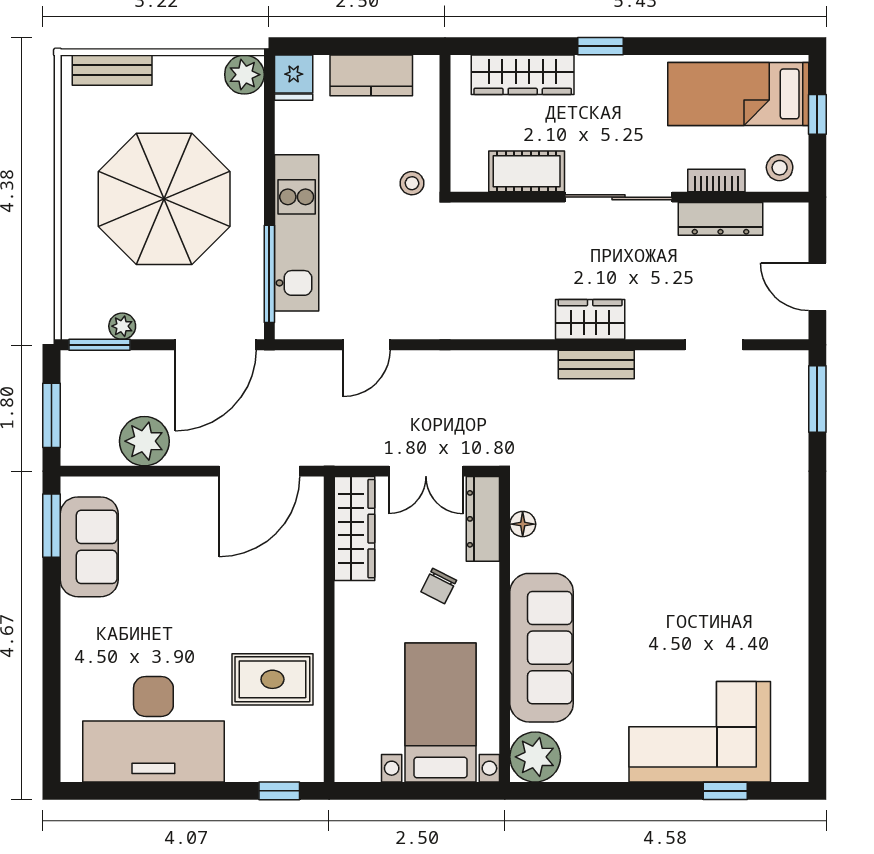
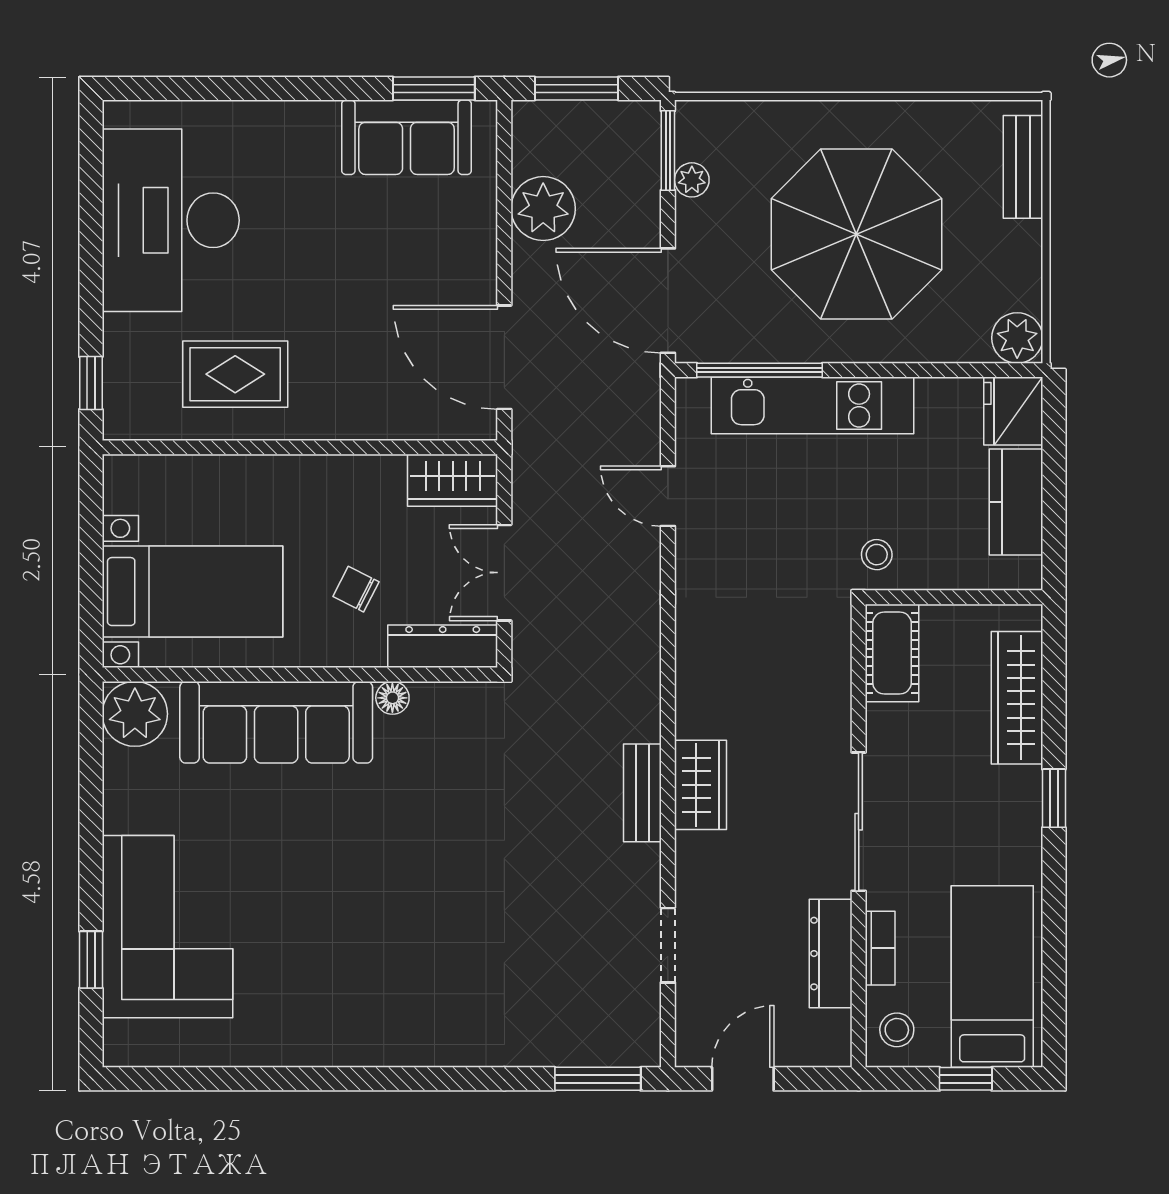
fridge: (294, 78) -> (1013, 411), width x1.38
cot: (527, 171) -> (892, 653), moved
floor lamp: (523, 524) -> (392, 698), moved
wardrobe: (354, 529) -> (453, 480), width x0.67
rug: (272, 679) -> (235, 374), turned 90

